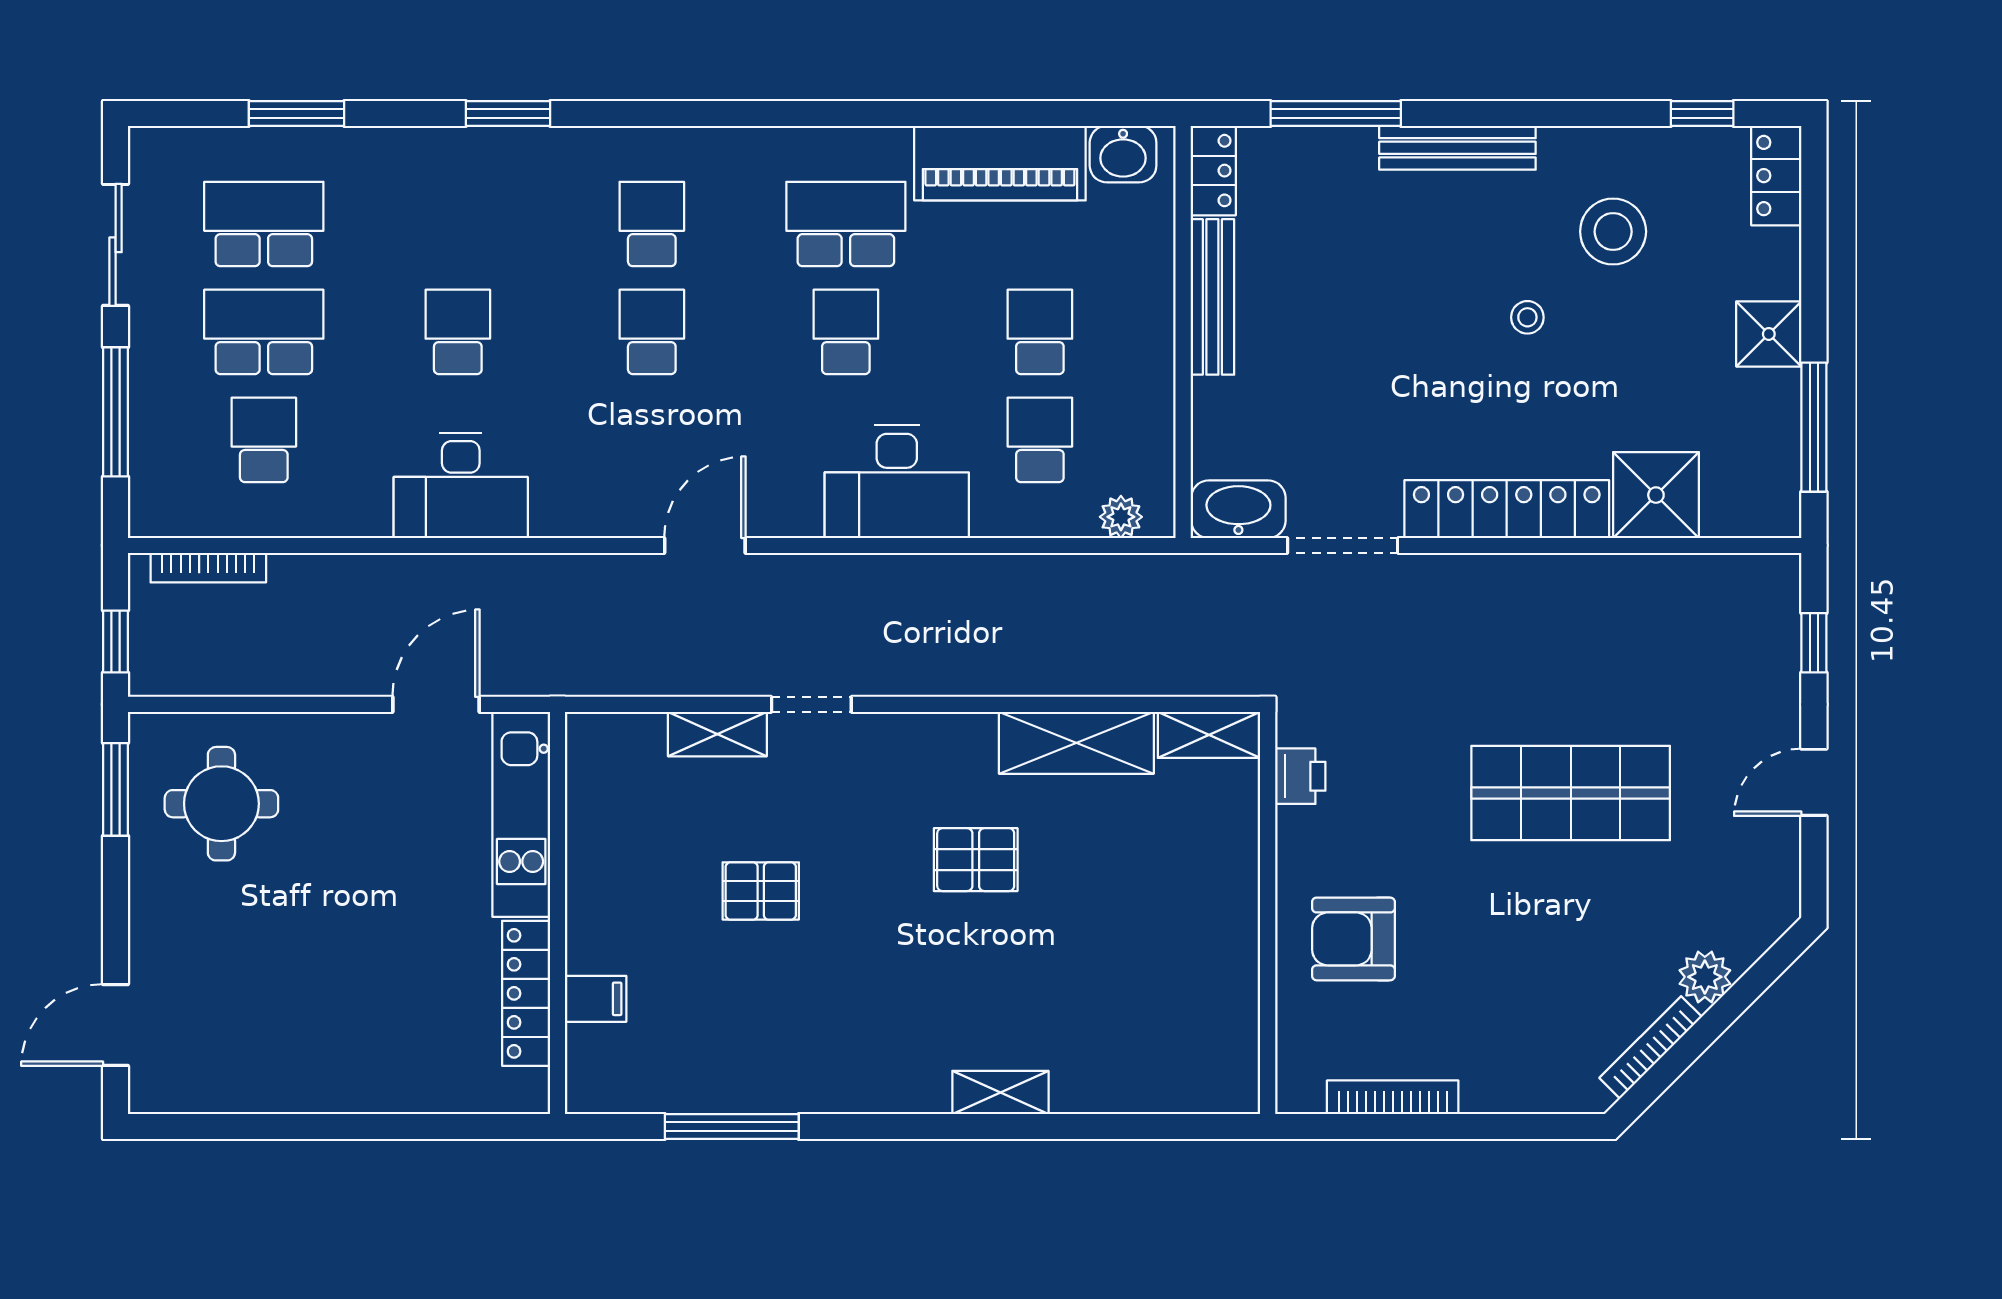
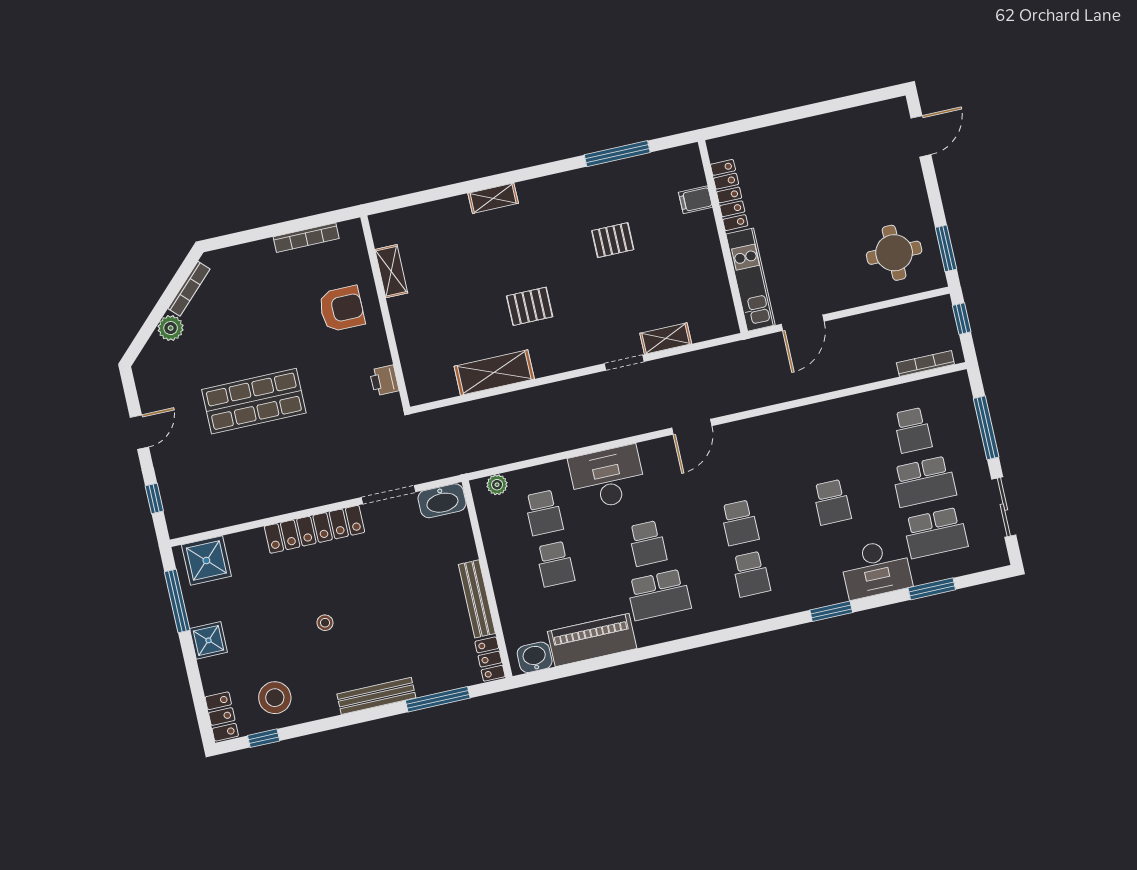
stool: (1613, 232) -> (275, 698), moved
desk: (461, 485) -> (876, 569), moved, turned 180
shower: (1656, 495) -> (206, 561), moved
shelving: (1209, 735) -> (391, 271), moved, turned 90
pallet: (761, 891) -> (613, 240), moved

